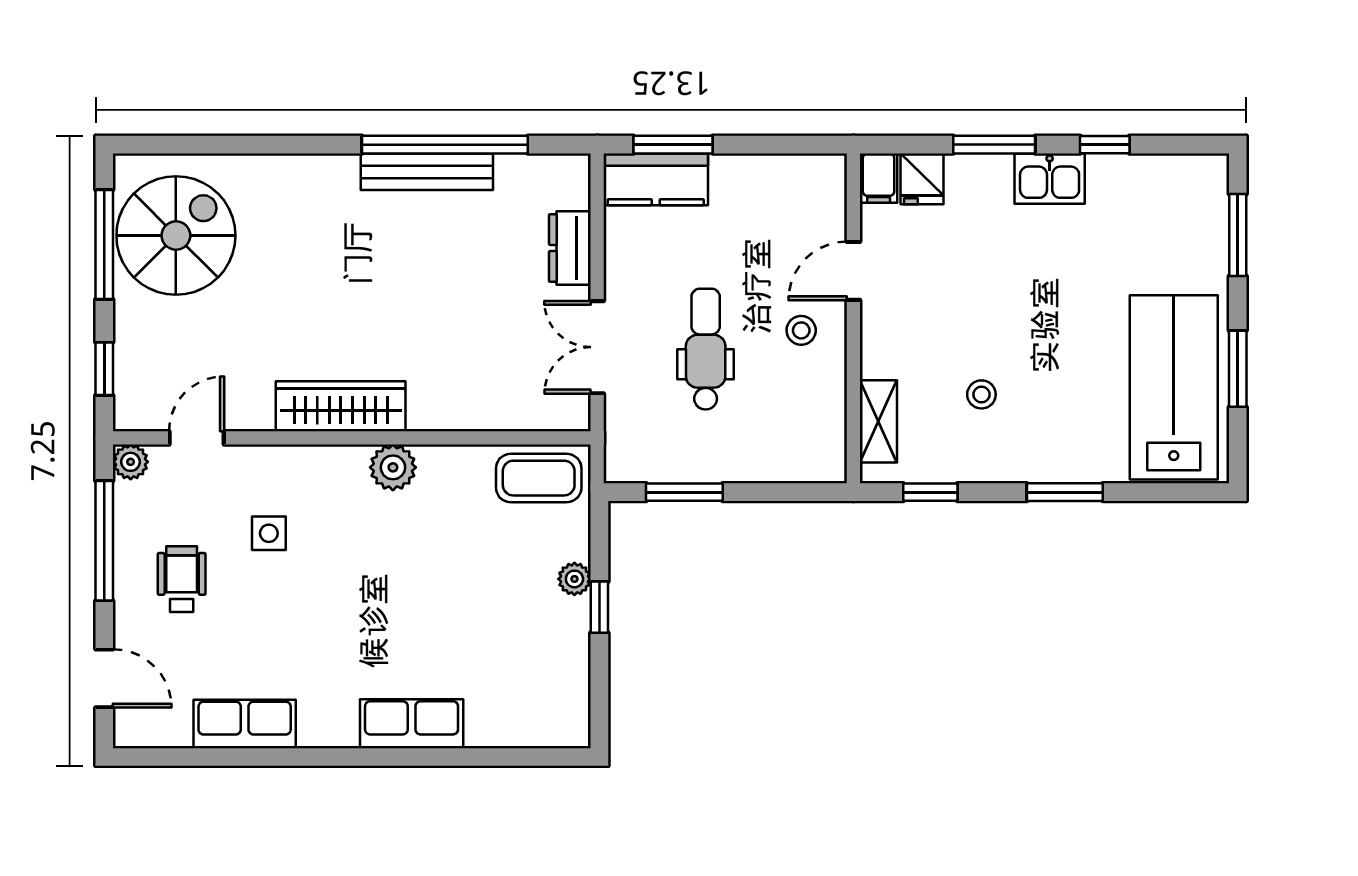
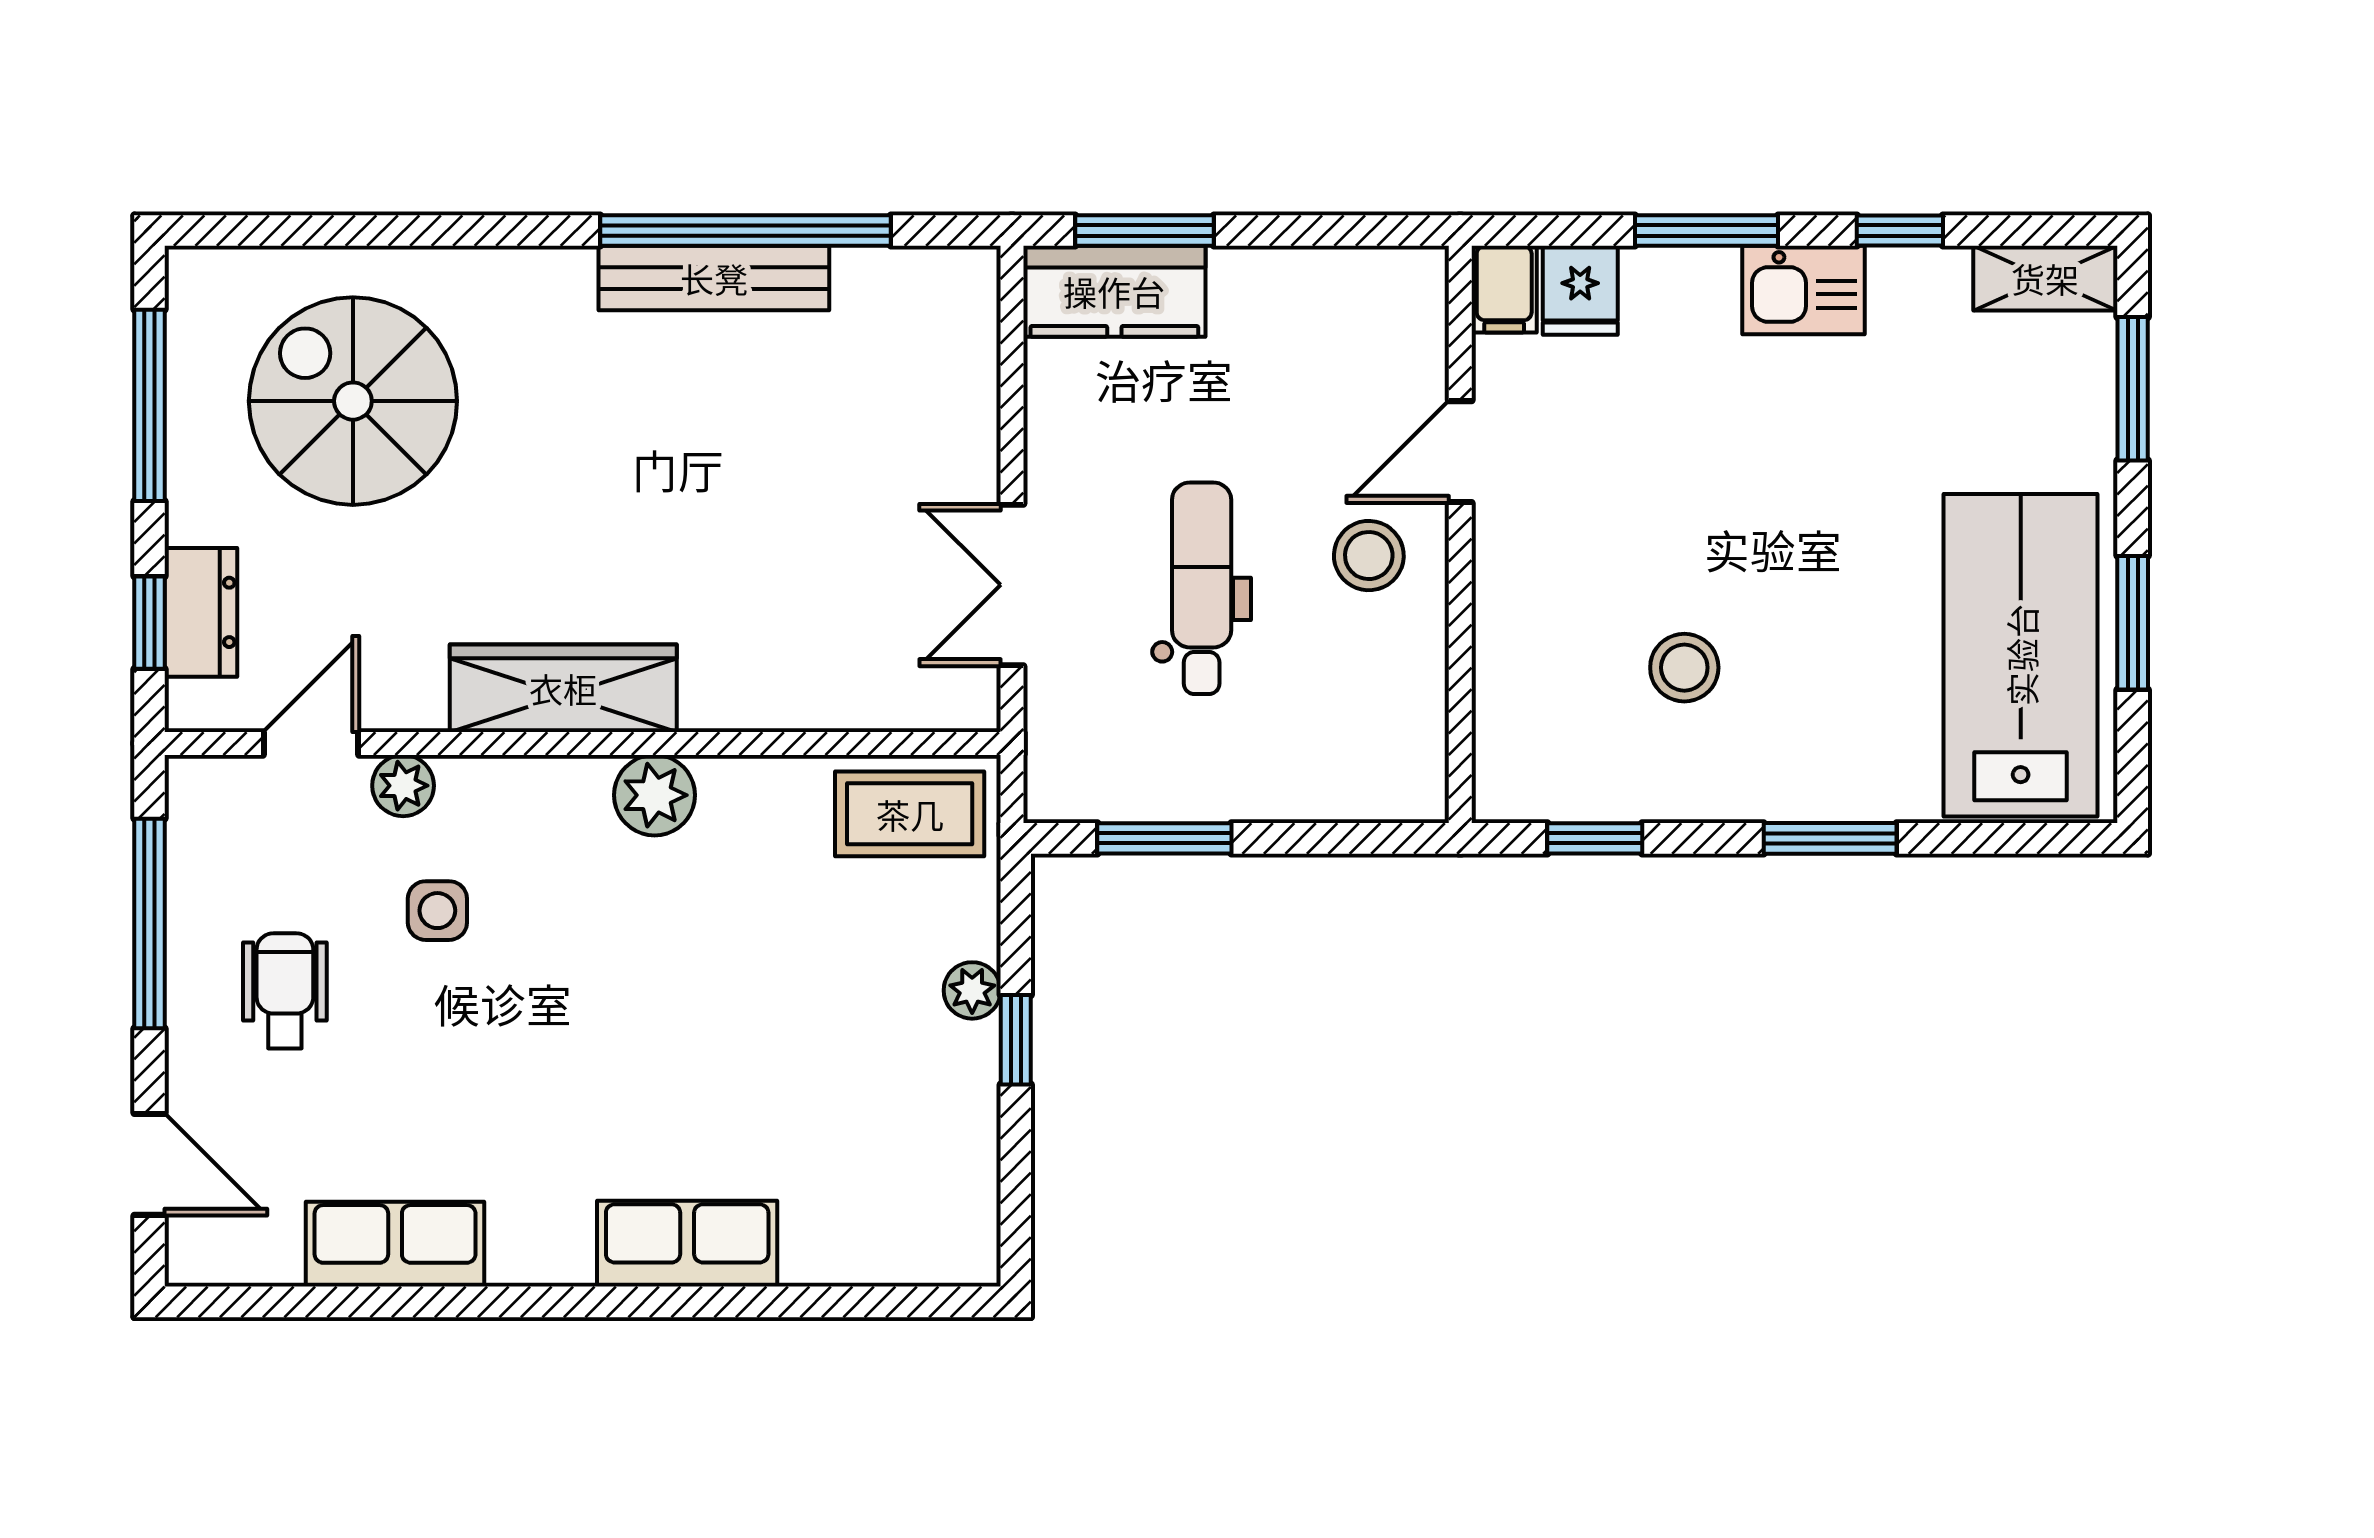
spiral stairs: (176, 236) -> (353, 401), moved, turned -90
dresser: (570, 248) -> (201, 612), moved, turned 180
stool: (801, 330) -> (1369, 556), width x1.37, depth x1.37
stool: (981, 394) -> (1684, 668), width x1.37, depth x1.37
shelving: (878, 421) -> (2045, 278), moved, turned 90
plant: (131, 462) -> (403, 786), moved

